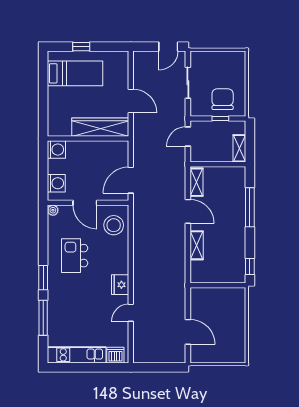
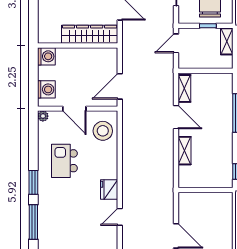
shelving: (239, 148) -> (227, 41), moved

